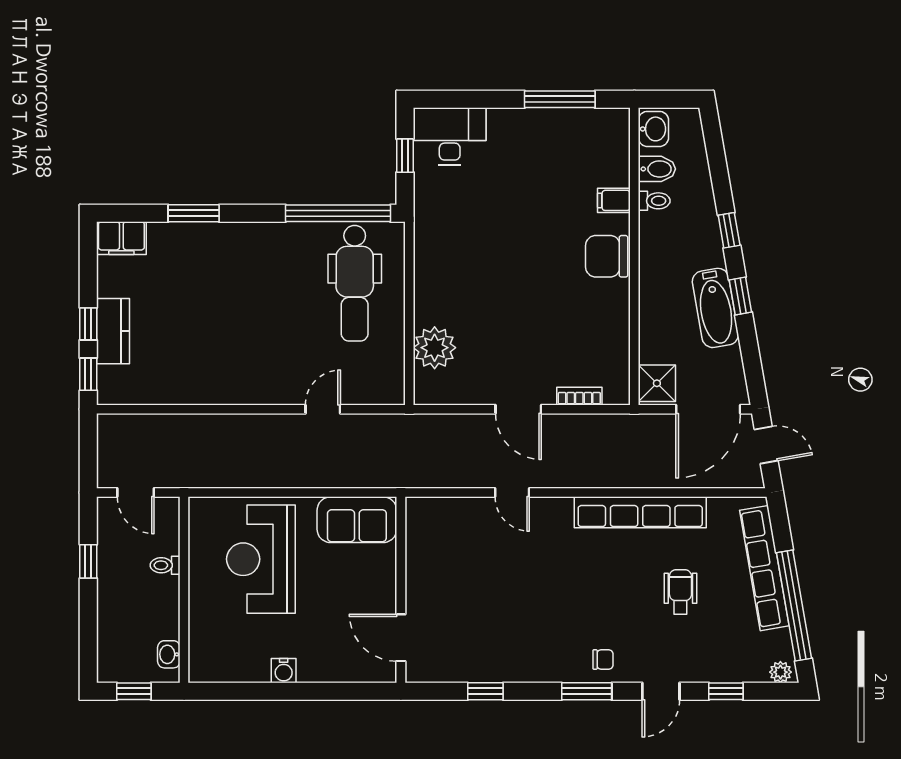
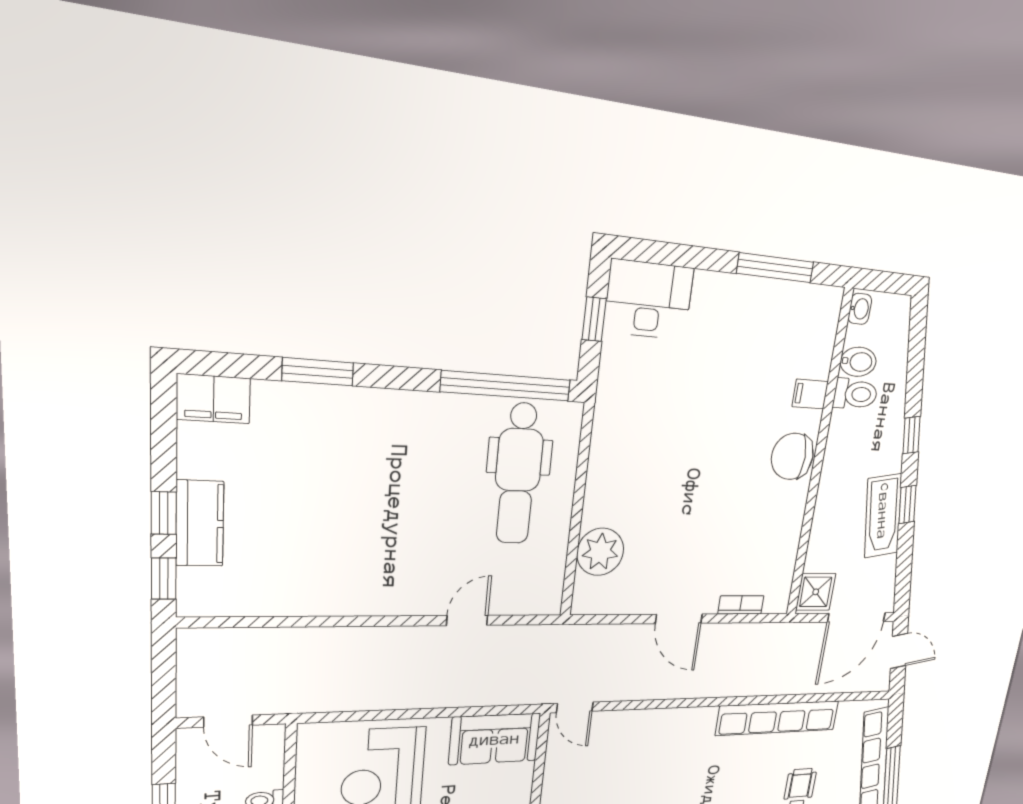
washbasin: (653, 129) -> (860, 309), width x0.72, depth x0.69
toilet: (654, 201) -> (855, 394), width x1.37, depth x1.39
door: (512, 493) -> (575, 707), moved

